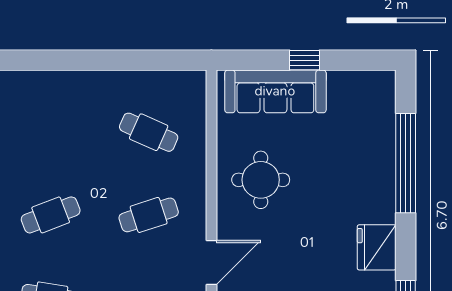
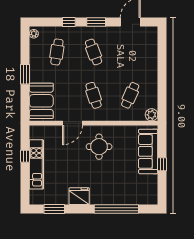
plant: (193, 84) -> (152, 115), added
round table: (261, 180) -> (99, 147), moved
door: (211, 263) -> (73, 123), hinge flipped

